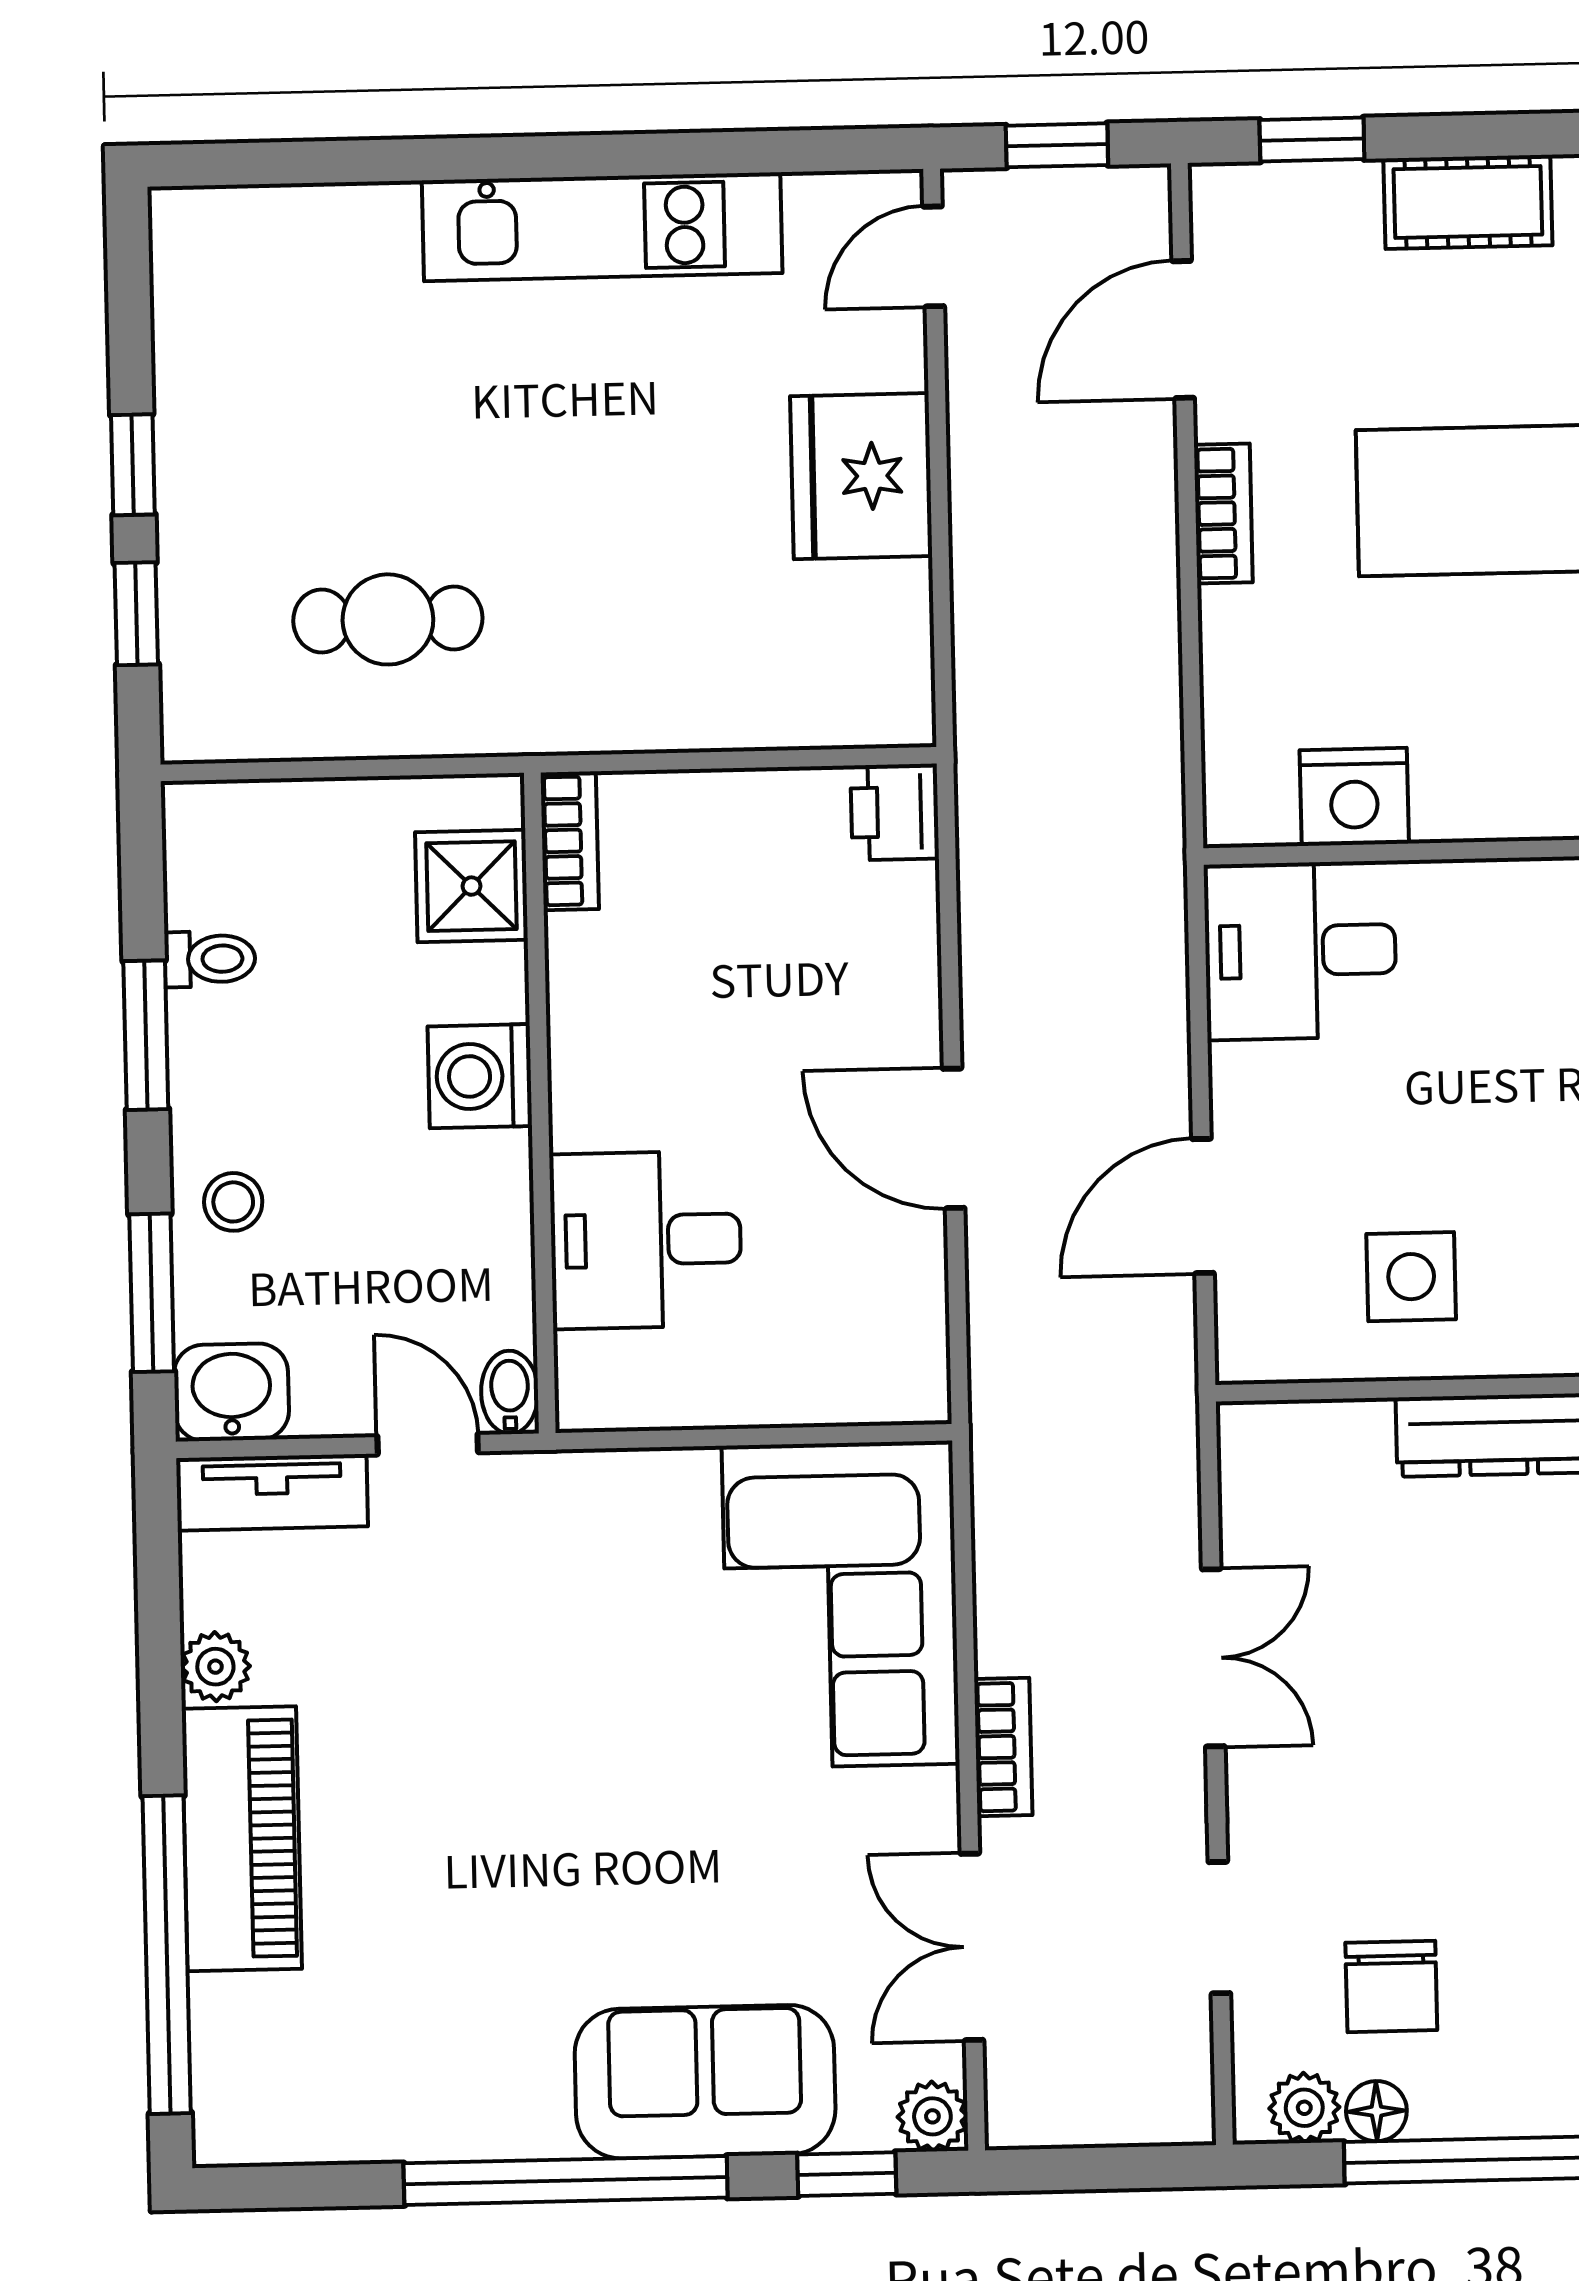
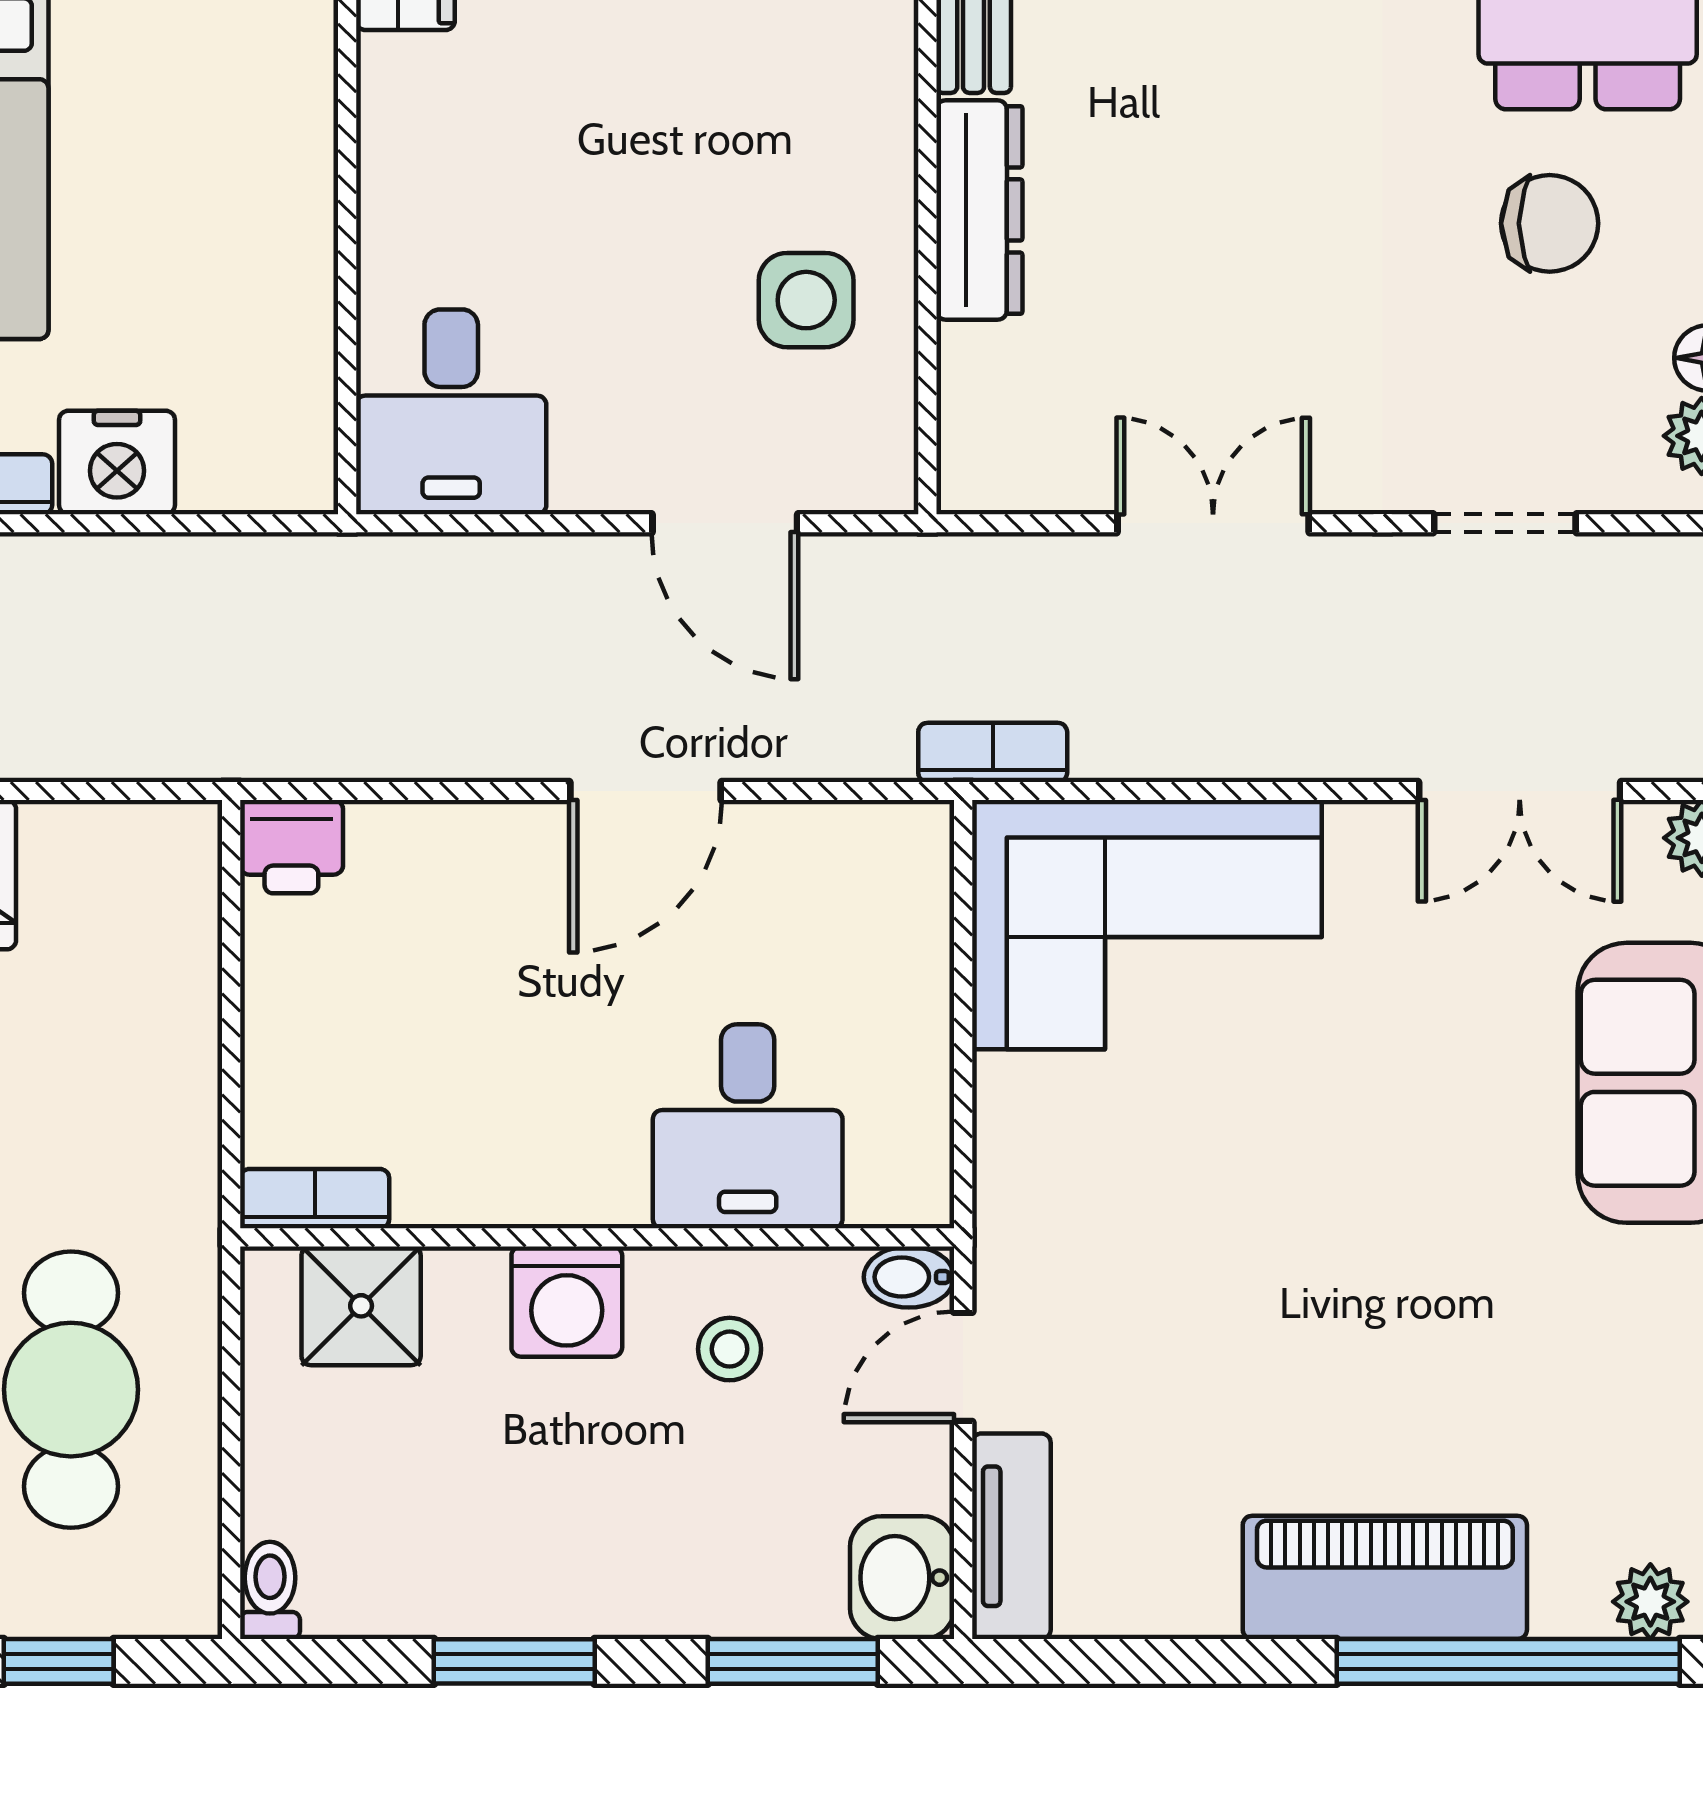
cafe table: (388, 619) -> (71, 1390), width x1.37, depth x1.35
nightstand: (1354, 797) -> (117, 462), moved, turned 90
toilet: (210, 959) -> (270, 1590), moved
stool: (233, 1202) -> (730, 1349), moved
plant: (215, 1667) -> (1650, 1602), moved
bookcase: (1003, 1747) -> (993, 752), moved
chair: (1391, 1986) -> (1550, 223), moved

